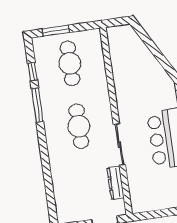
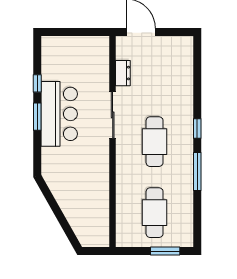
window: (33, 72) -> (197, 128), moved
dresser: (116, 183) -> (123, 73), width x0.70

